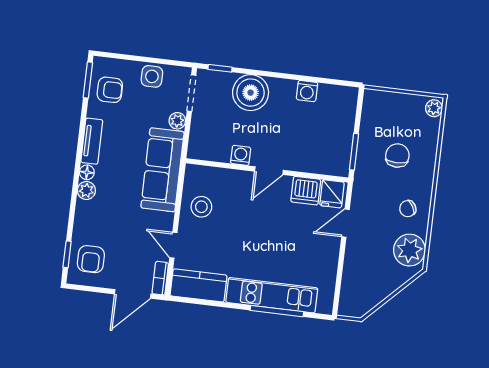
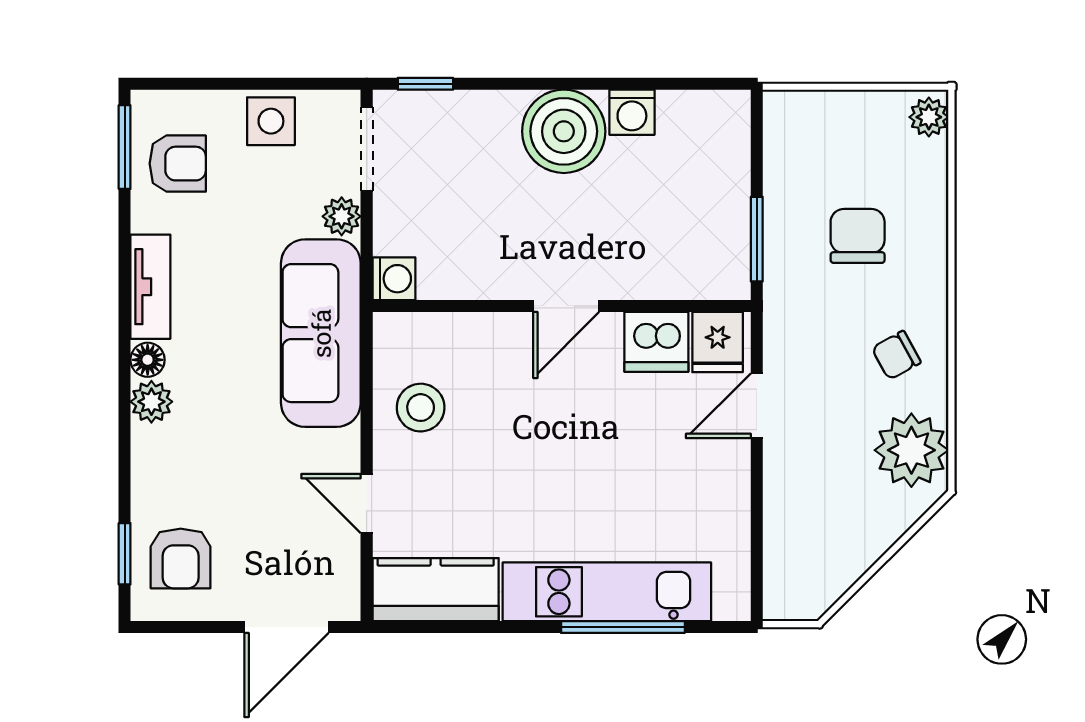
boiler: (251, 93) -> (564, 131), moved
washing machine: (241, 155) -> (394, 279), moved, turned 90
bookcase: (160, 278) -> (346, 583), removed

